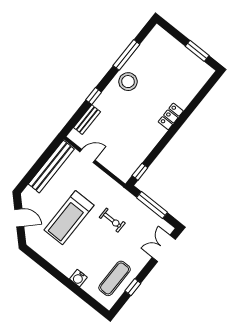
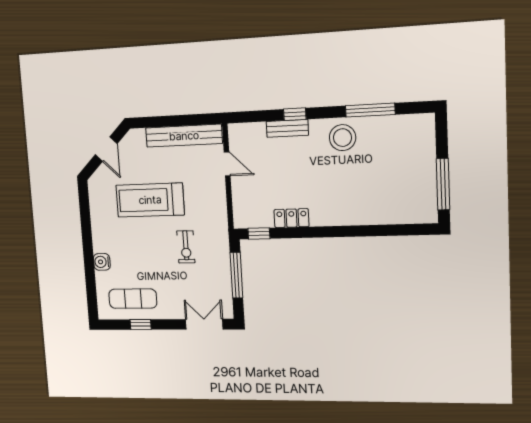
window: (197, 51) -> (443, 184), width x1.44
locker: (171, 116) -> (291, 218), moved
bench: (87, 120) -> (287, 128), moved

